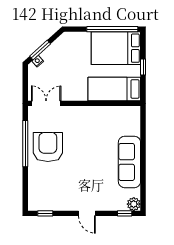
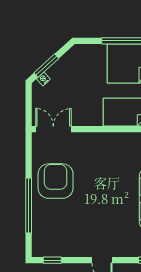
window: (25, 144) -> (29, 205), moved

